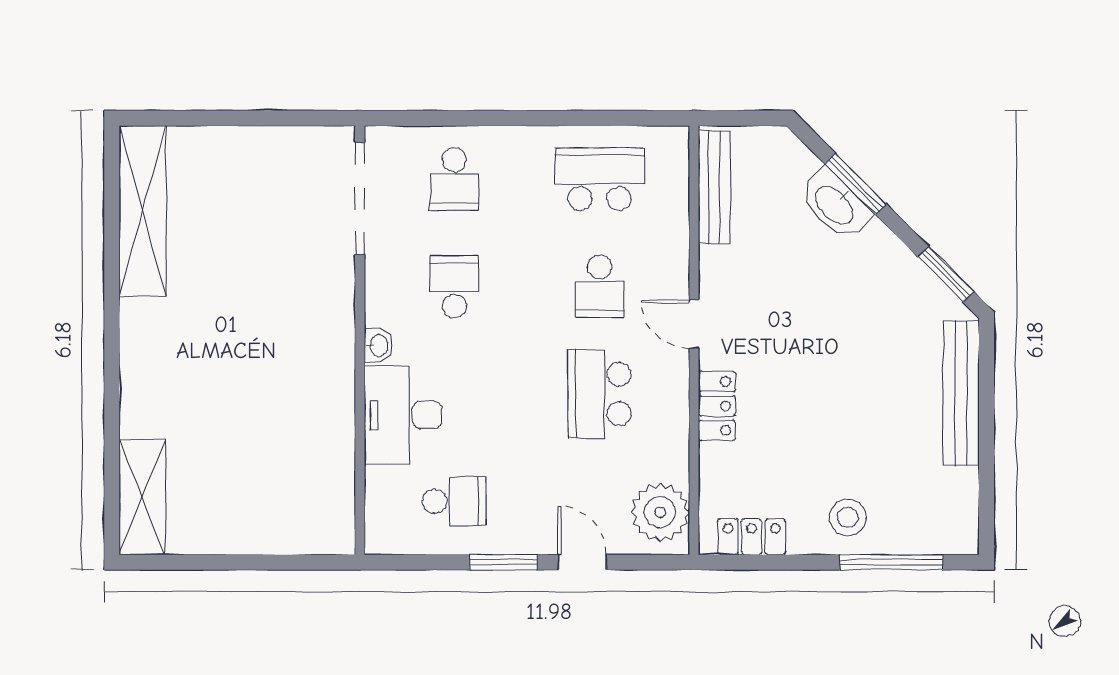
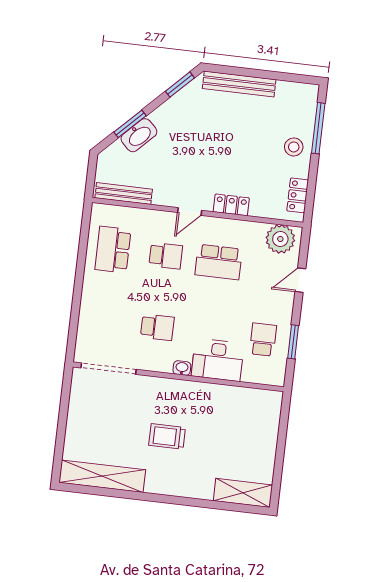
school desk: (454, 179) -> (105, 321), removed
school desk: (454, 286) -> (157, 327), turned 180
trolley: (238, 332) -> (167, 436), added
window: (504, 562) -> (293, 342), moved

